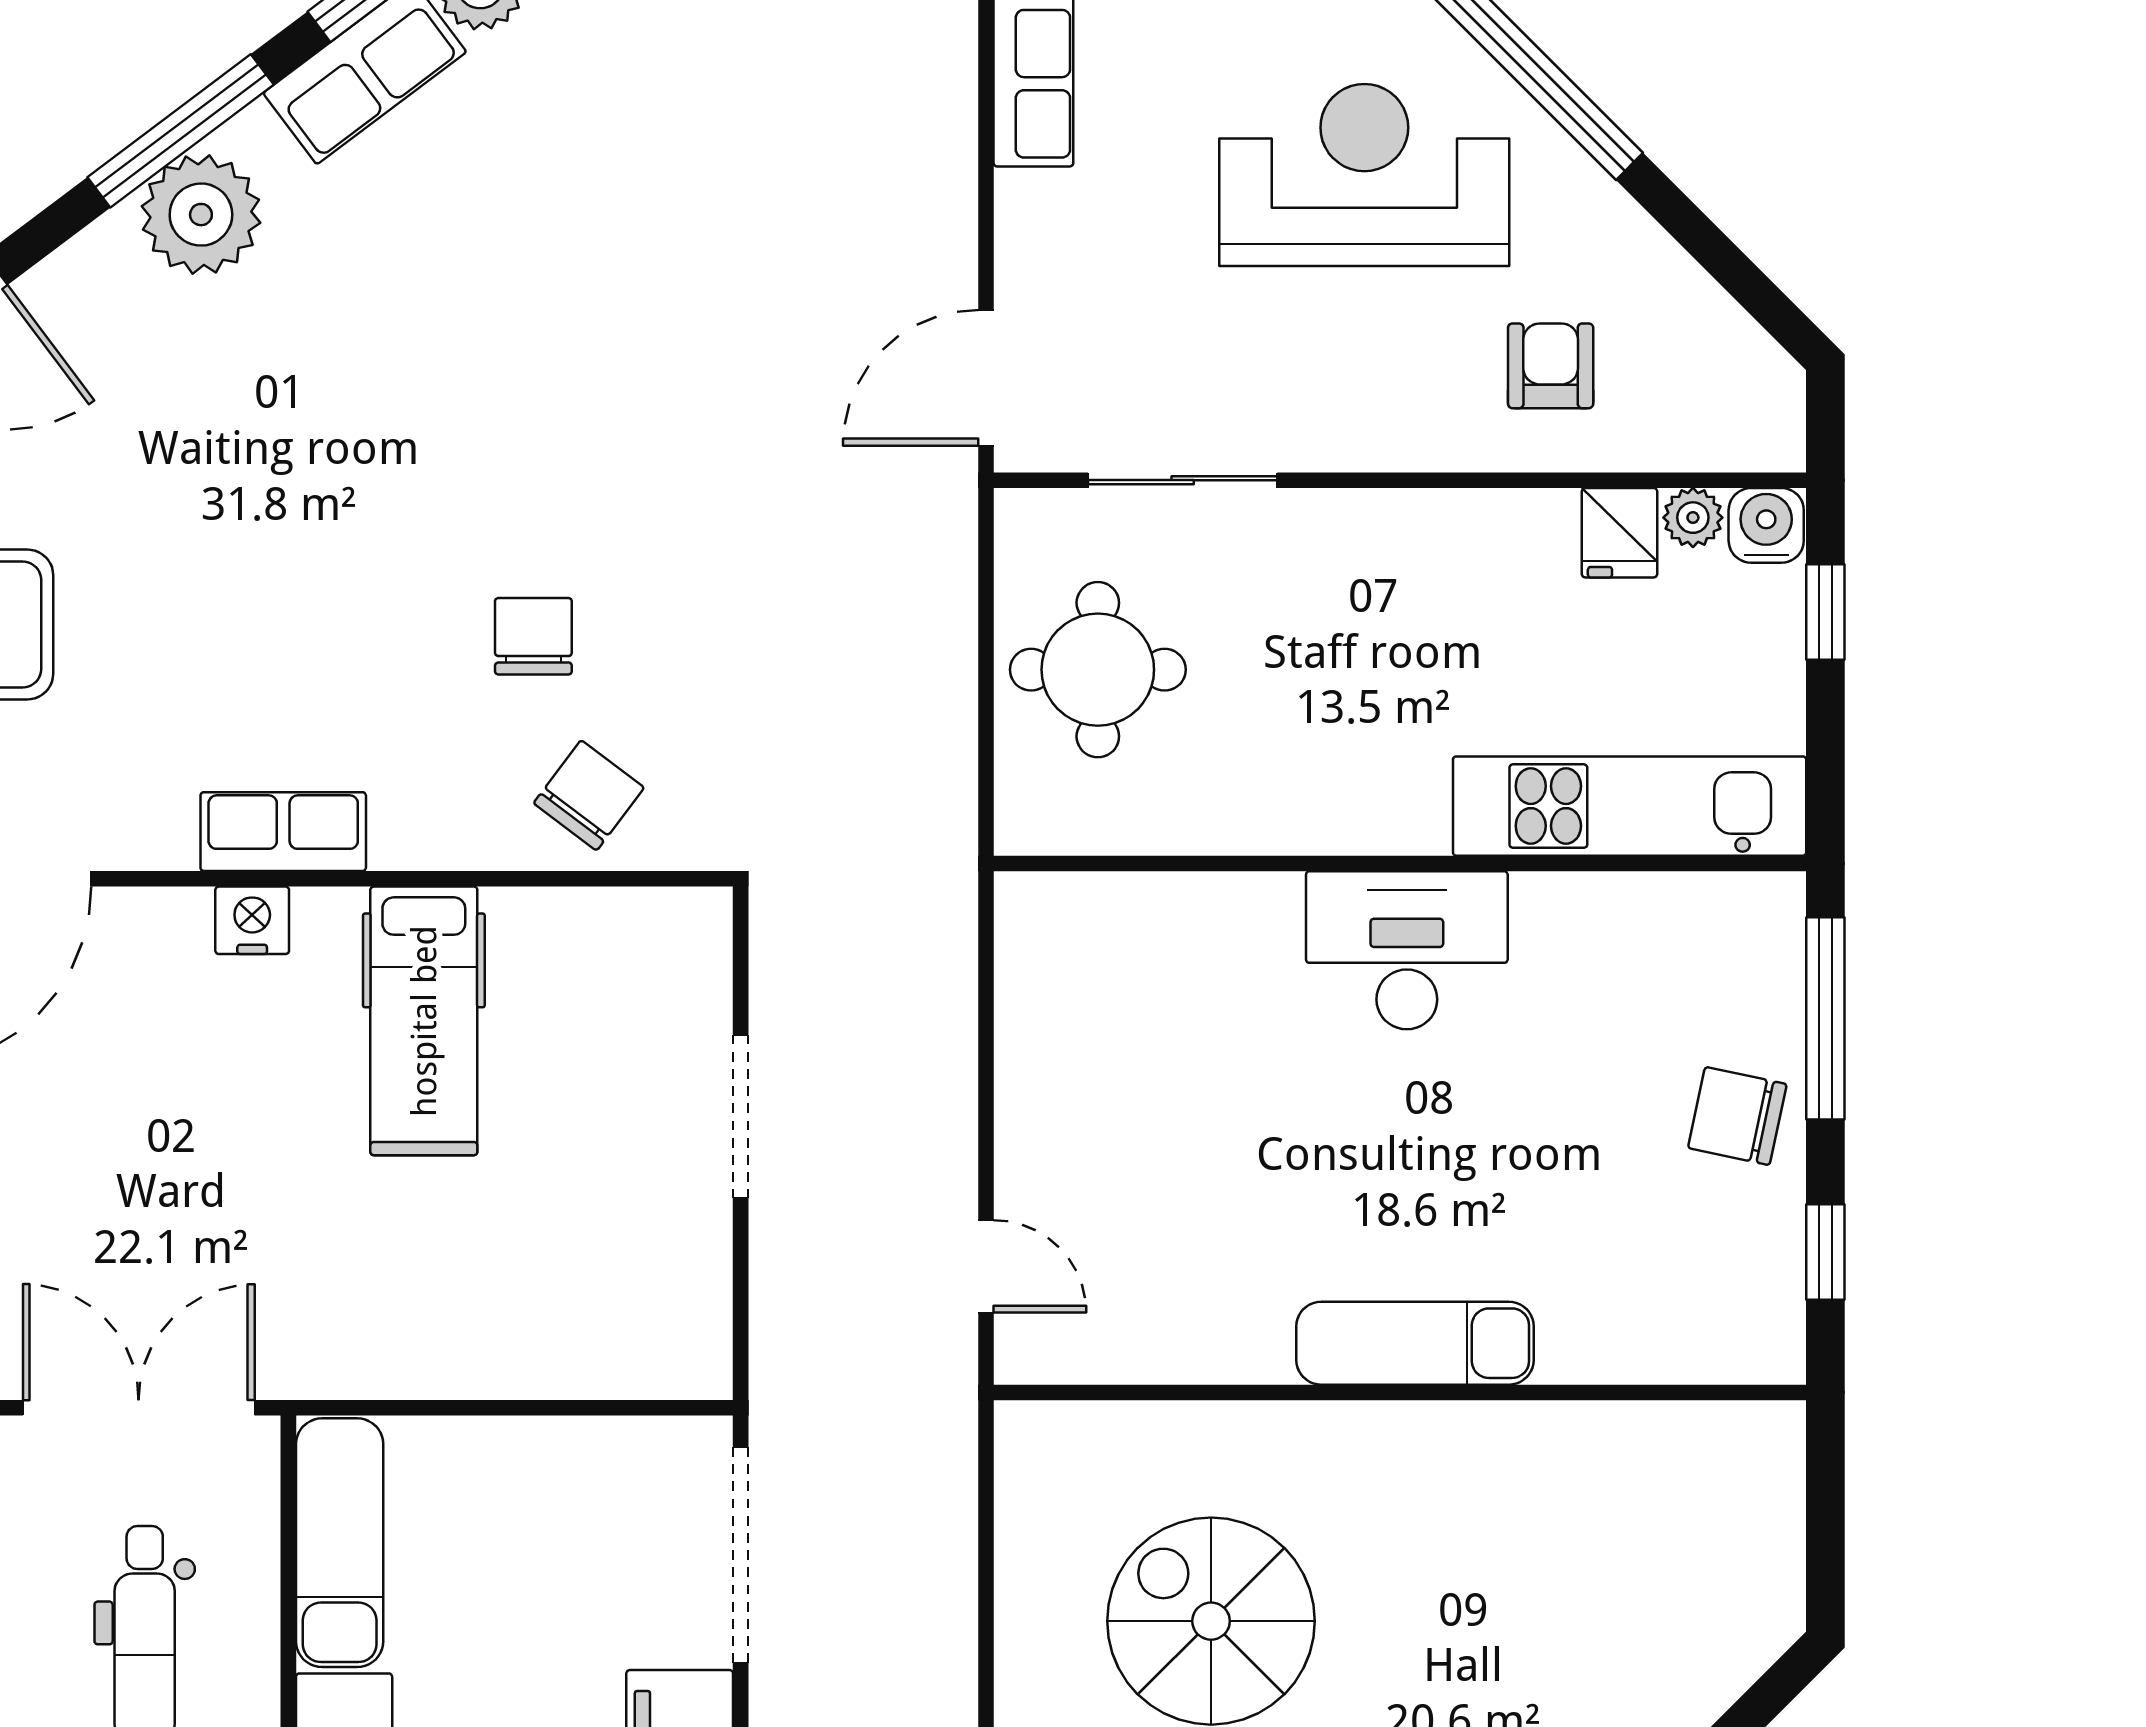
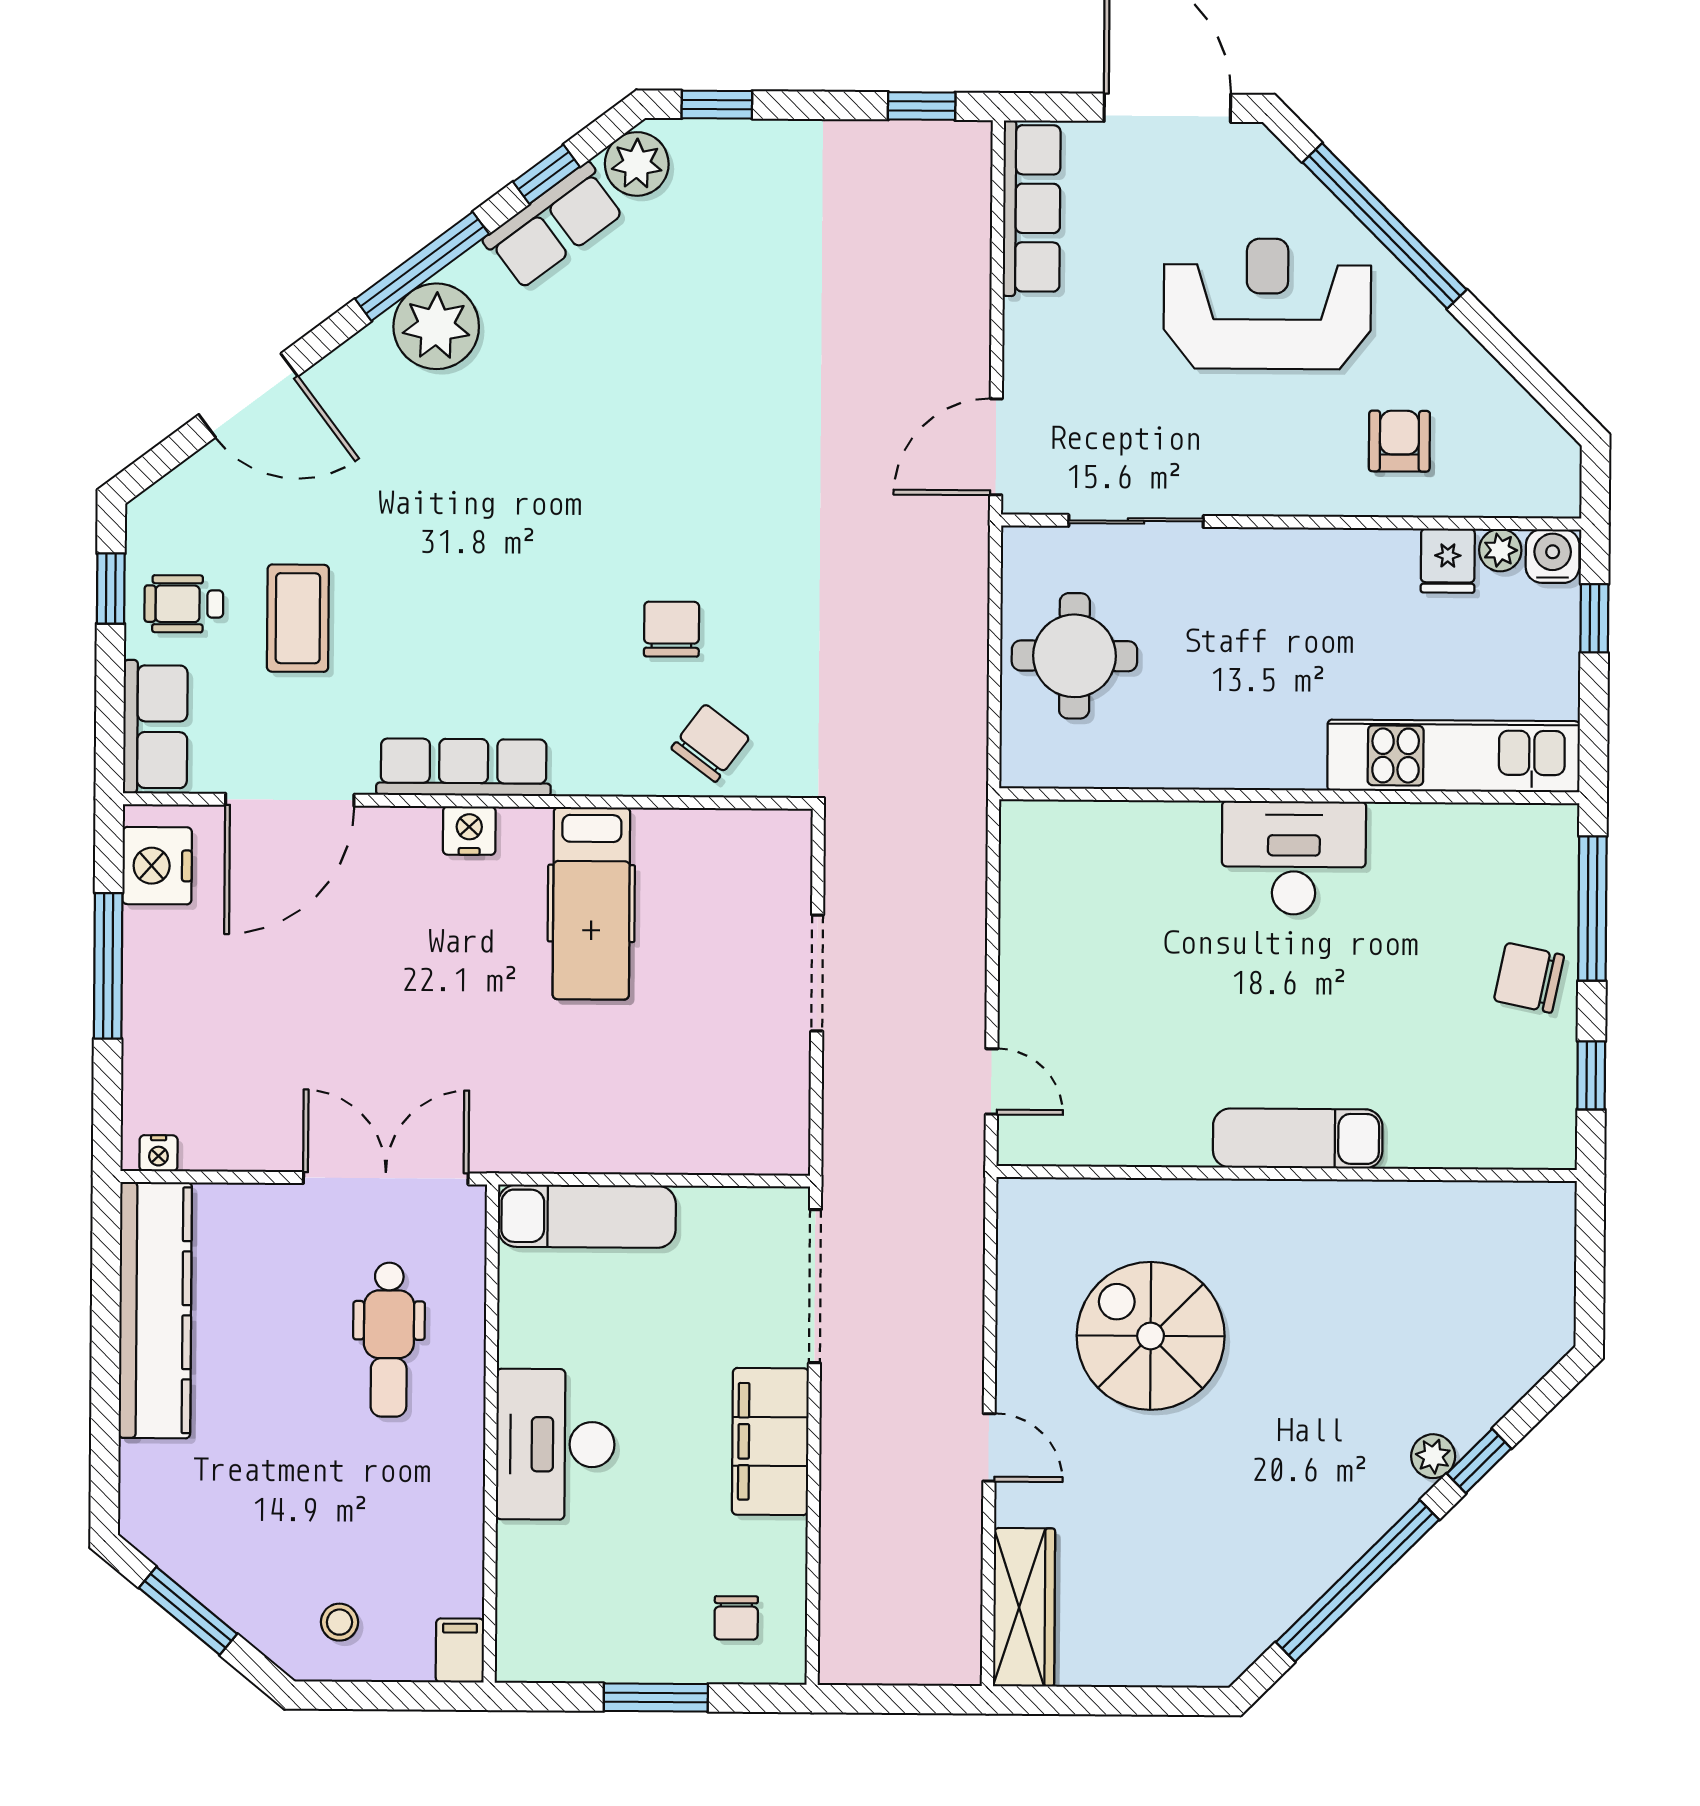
row of seats: (283, 832) -> (464, 767), width x1.48
exam couch: (340, 1543) -> (587, 1216), moved, turned 90

